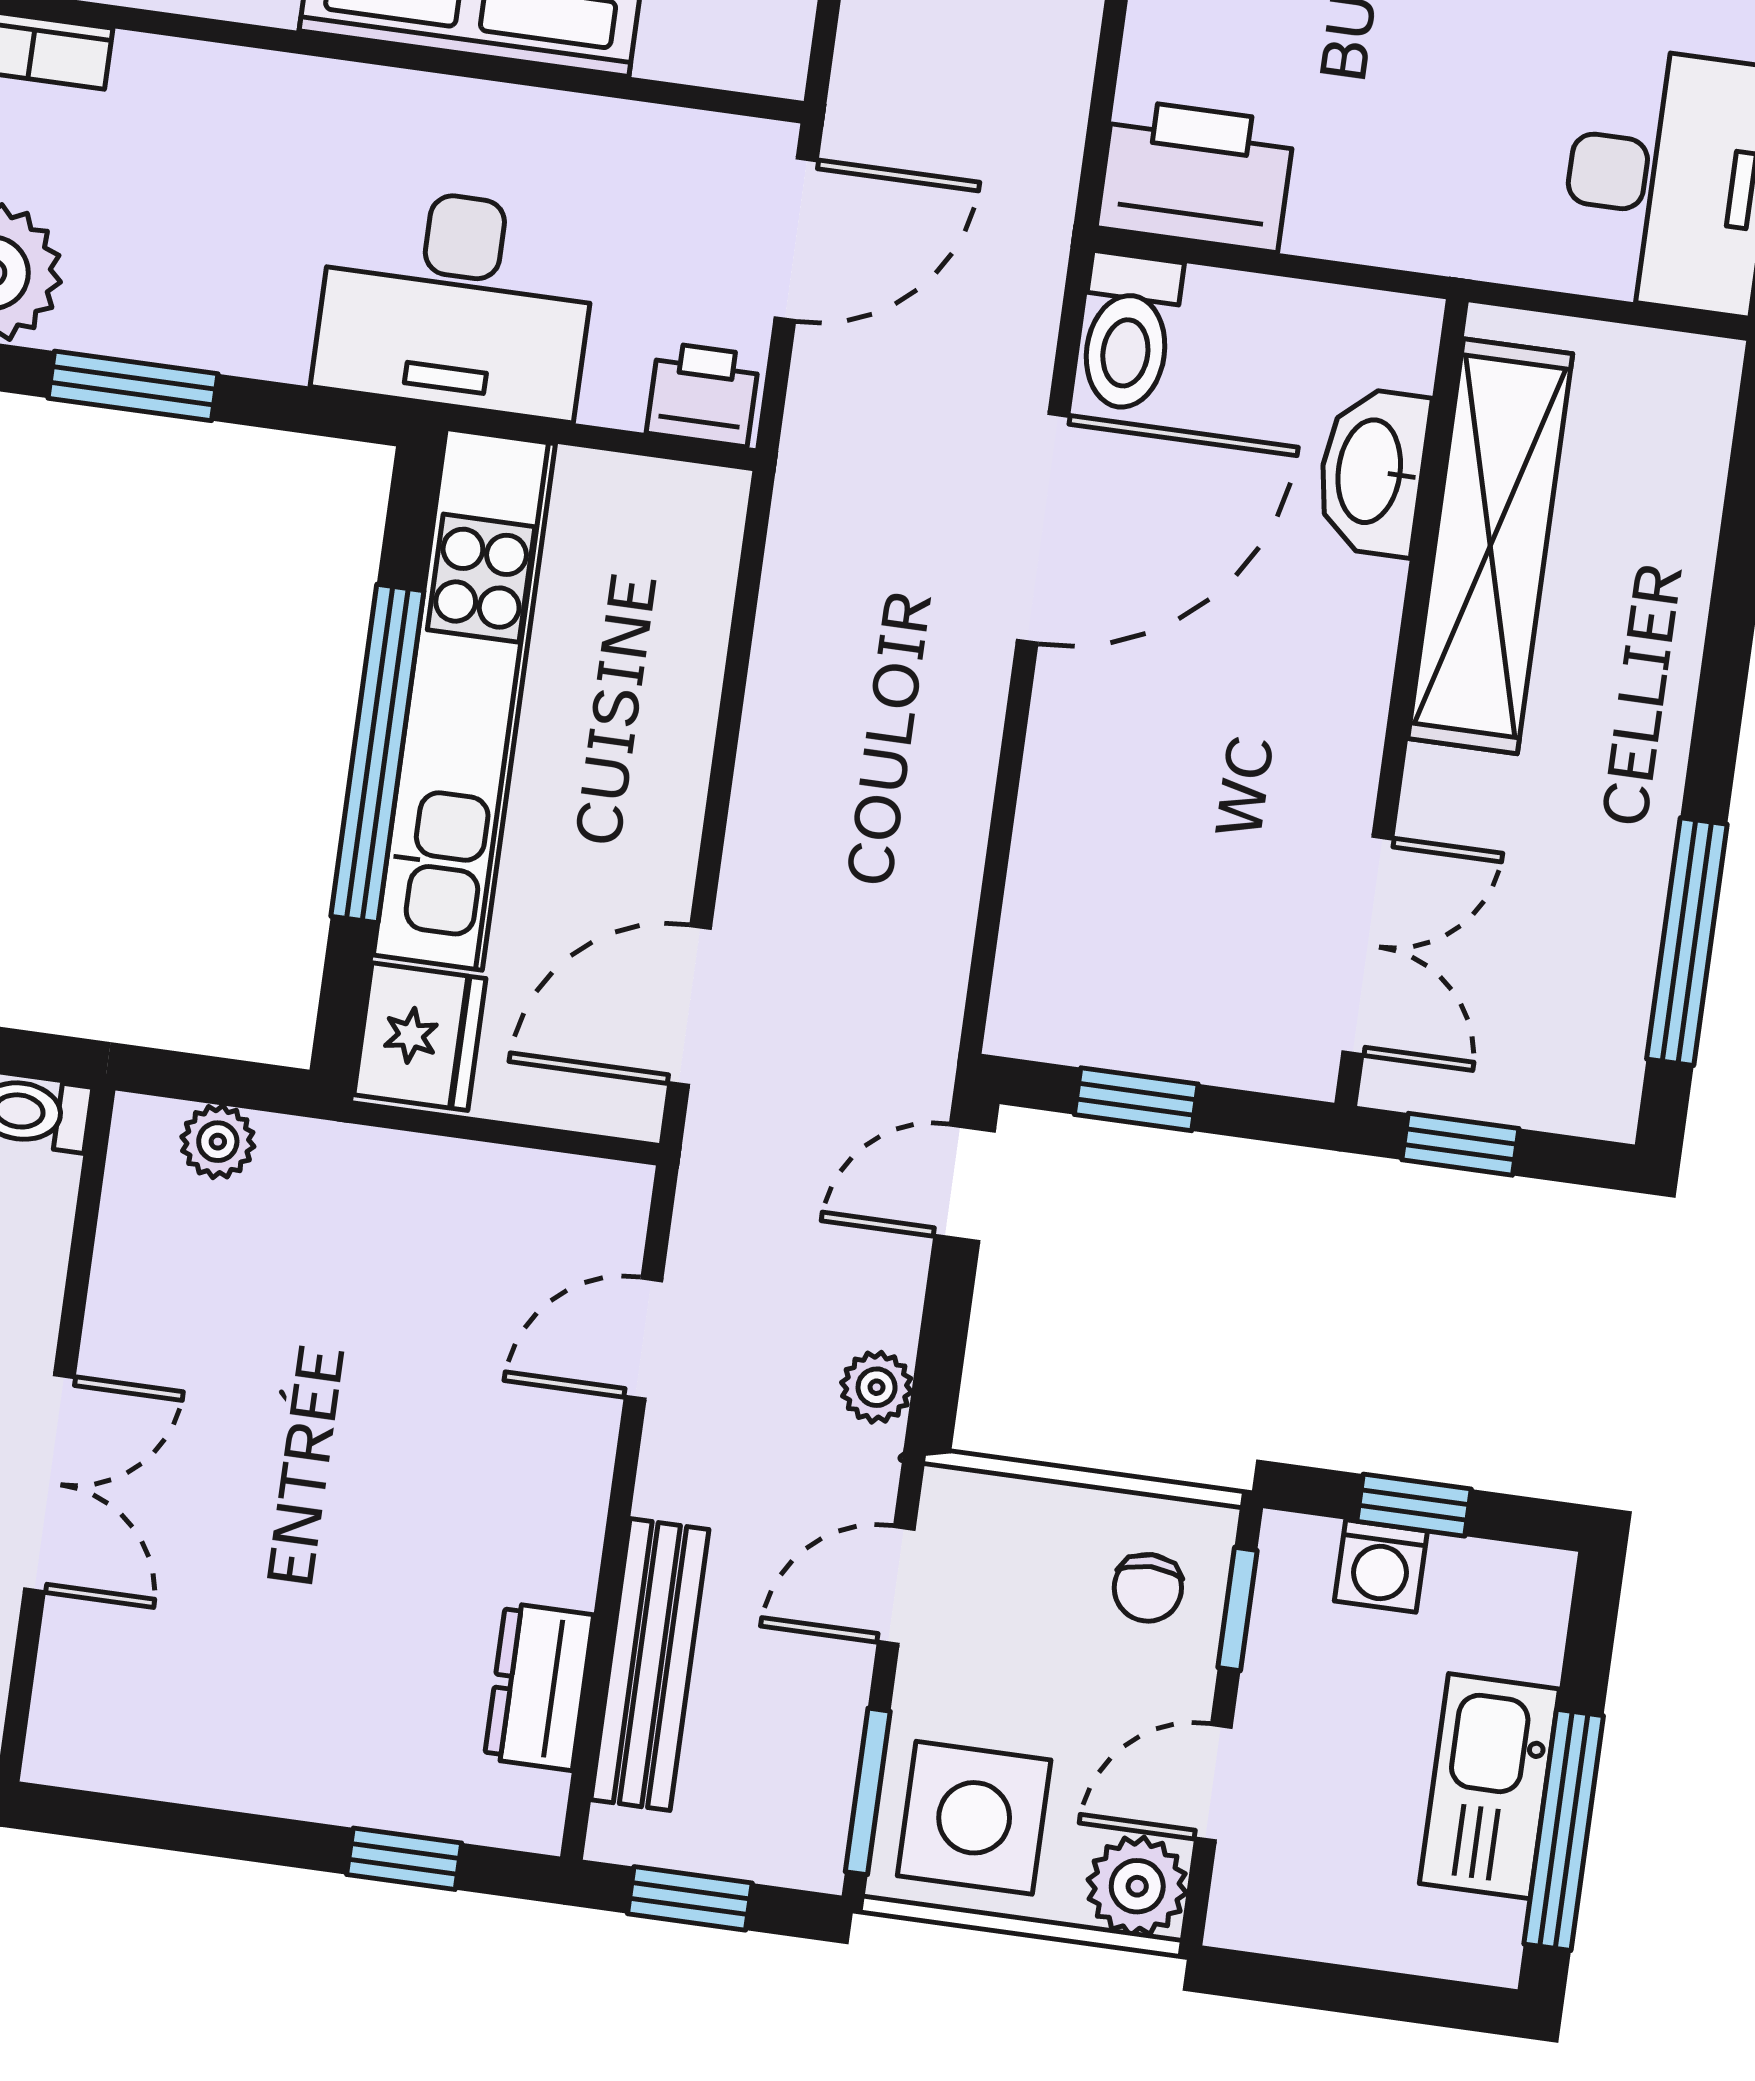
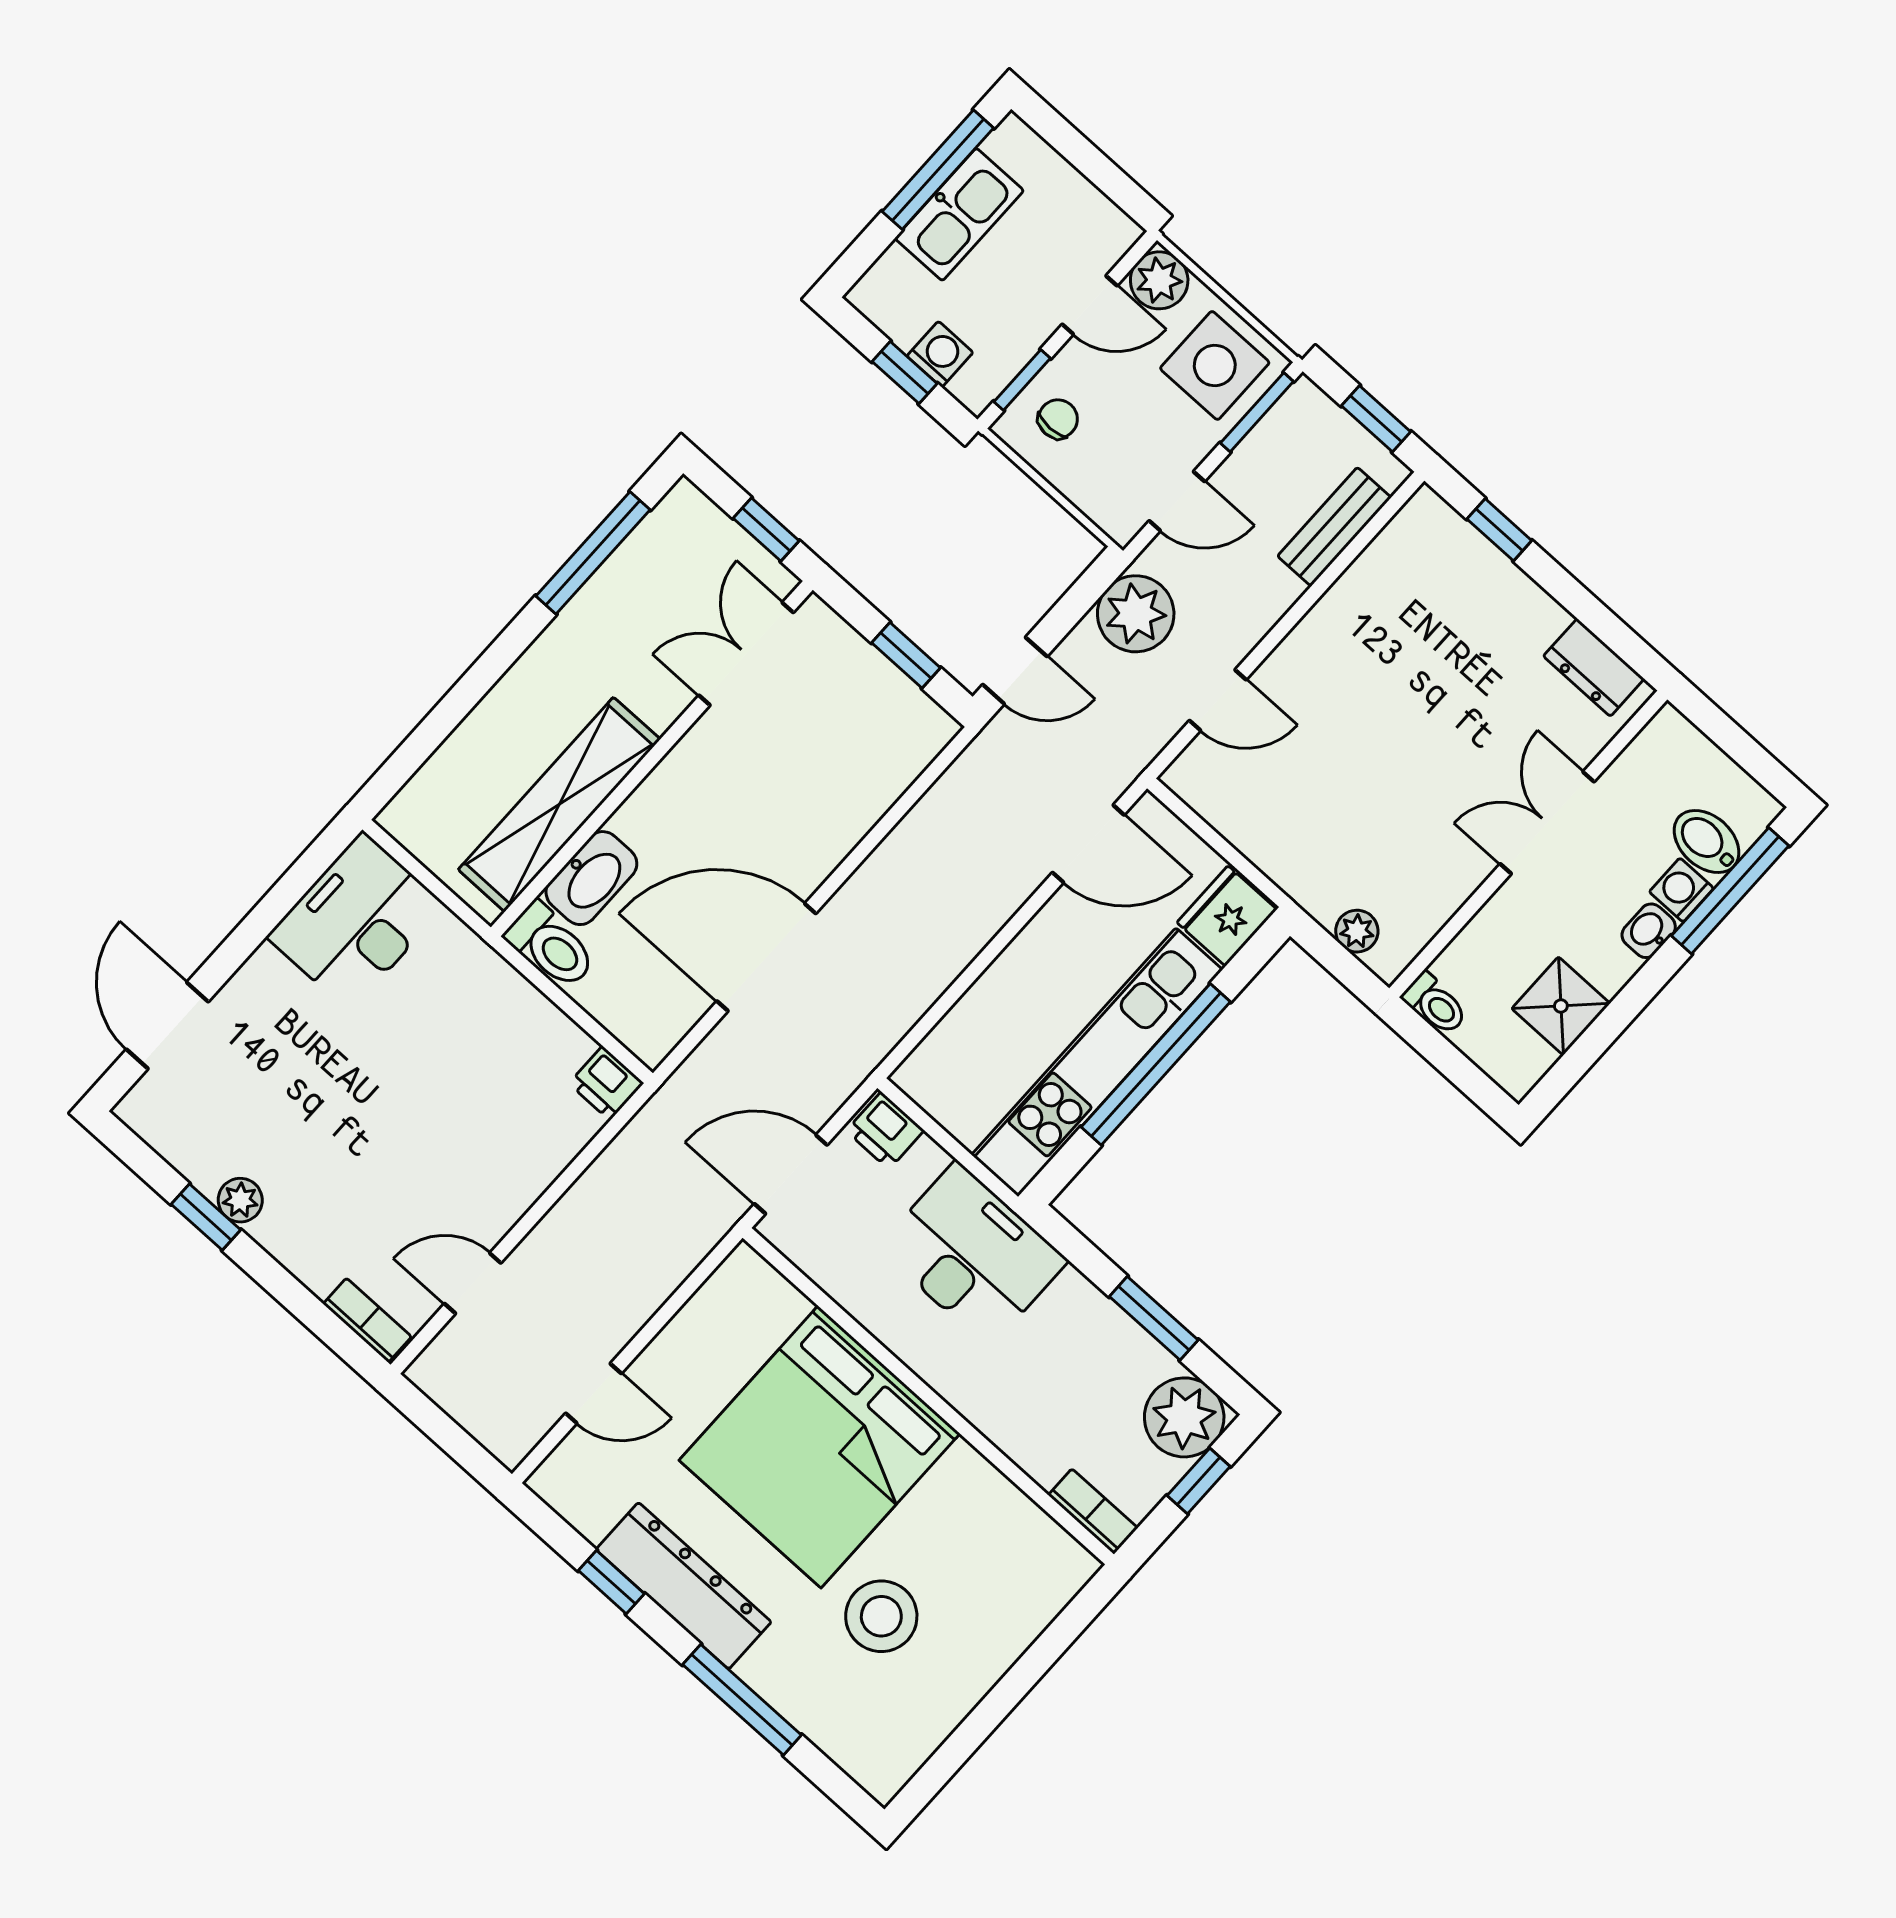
printer: (1196, 175) -> (606, 1083), width x0.53, depth x0.68
toilet: (1128, 332) -> (551, 946), moved, turned 90
plant: (877, 1387) -> (1136, 614), width x1.87, depth x1.87
bench: (650, 1665) -> (1334, 527), width x0.73
dresser: (539, 1687) -> (1594, 667), moved, turned 90

